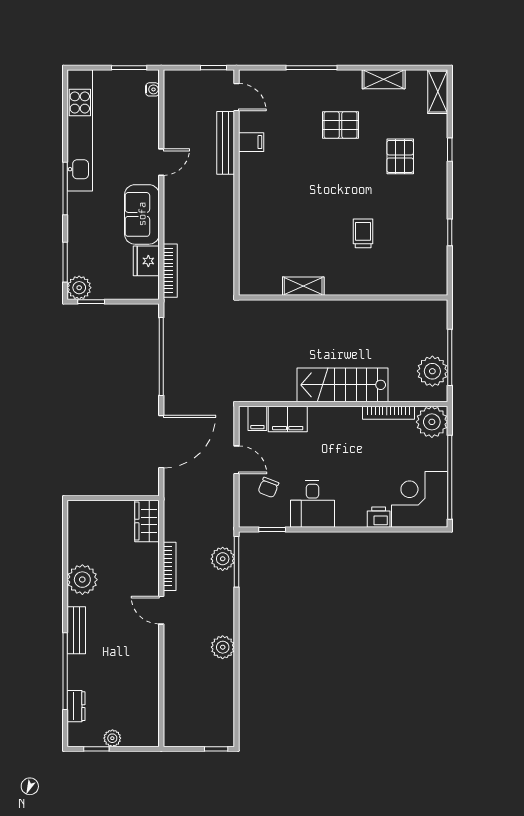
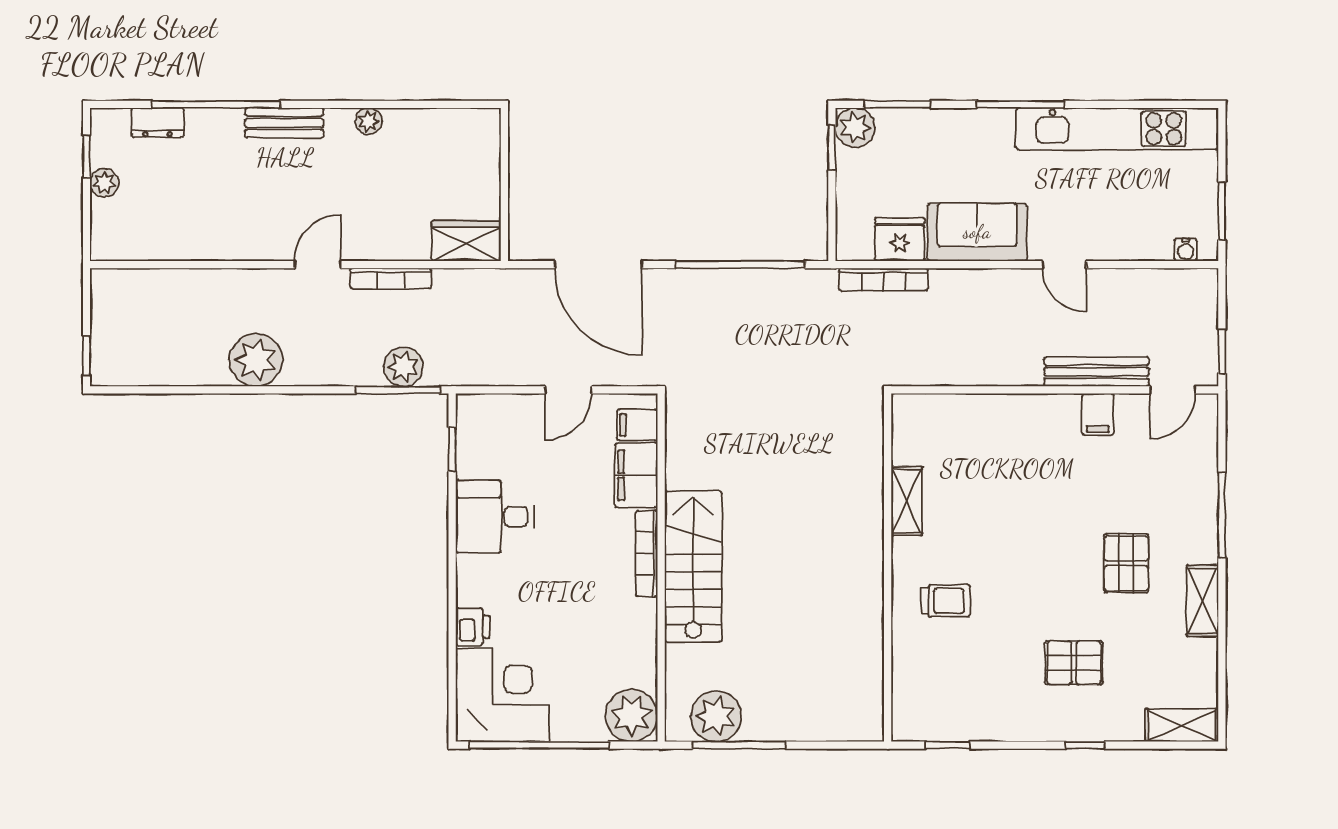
shelving: (384, 79) -> (1202, 601), moved
shelving: (303, 286) -> (907, 501), moved
wall: (343, 297) -> (888, 568), moved
bookcase: (389, 413) -> (647, 553), moved
chair: (268, 488) -> (522, 443), removed
plant: (82, 580) -> (369, 121), width x0.53, depth x0.53
plant: (223, 647) -> (256, 360), width x1.36, depth x1.36

